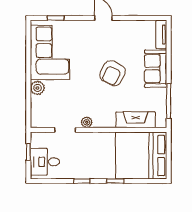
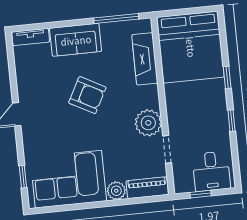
piano: (37, 112) -> (147, 188), added
plant: (87, 122) -> (148, 123), width x1.88, depth x1.88

